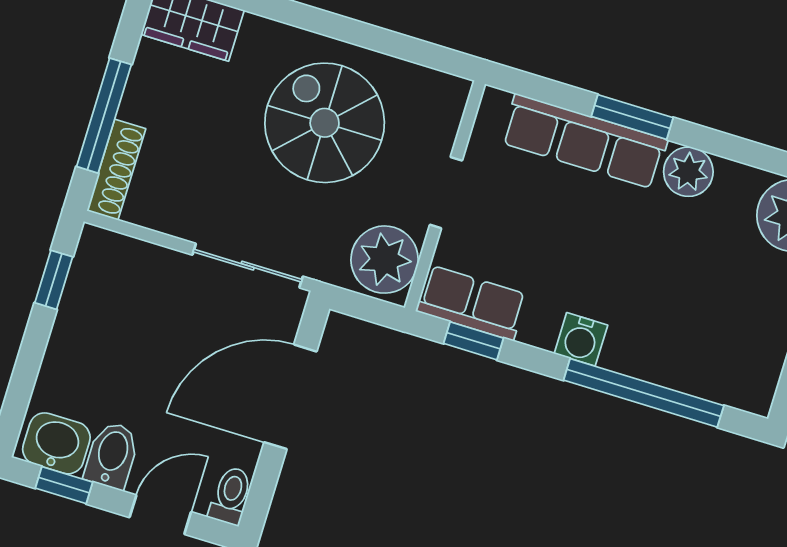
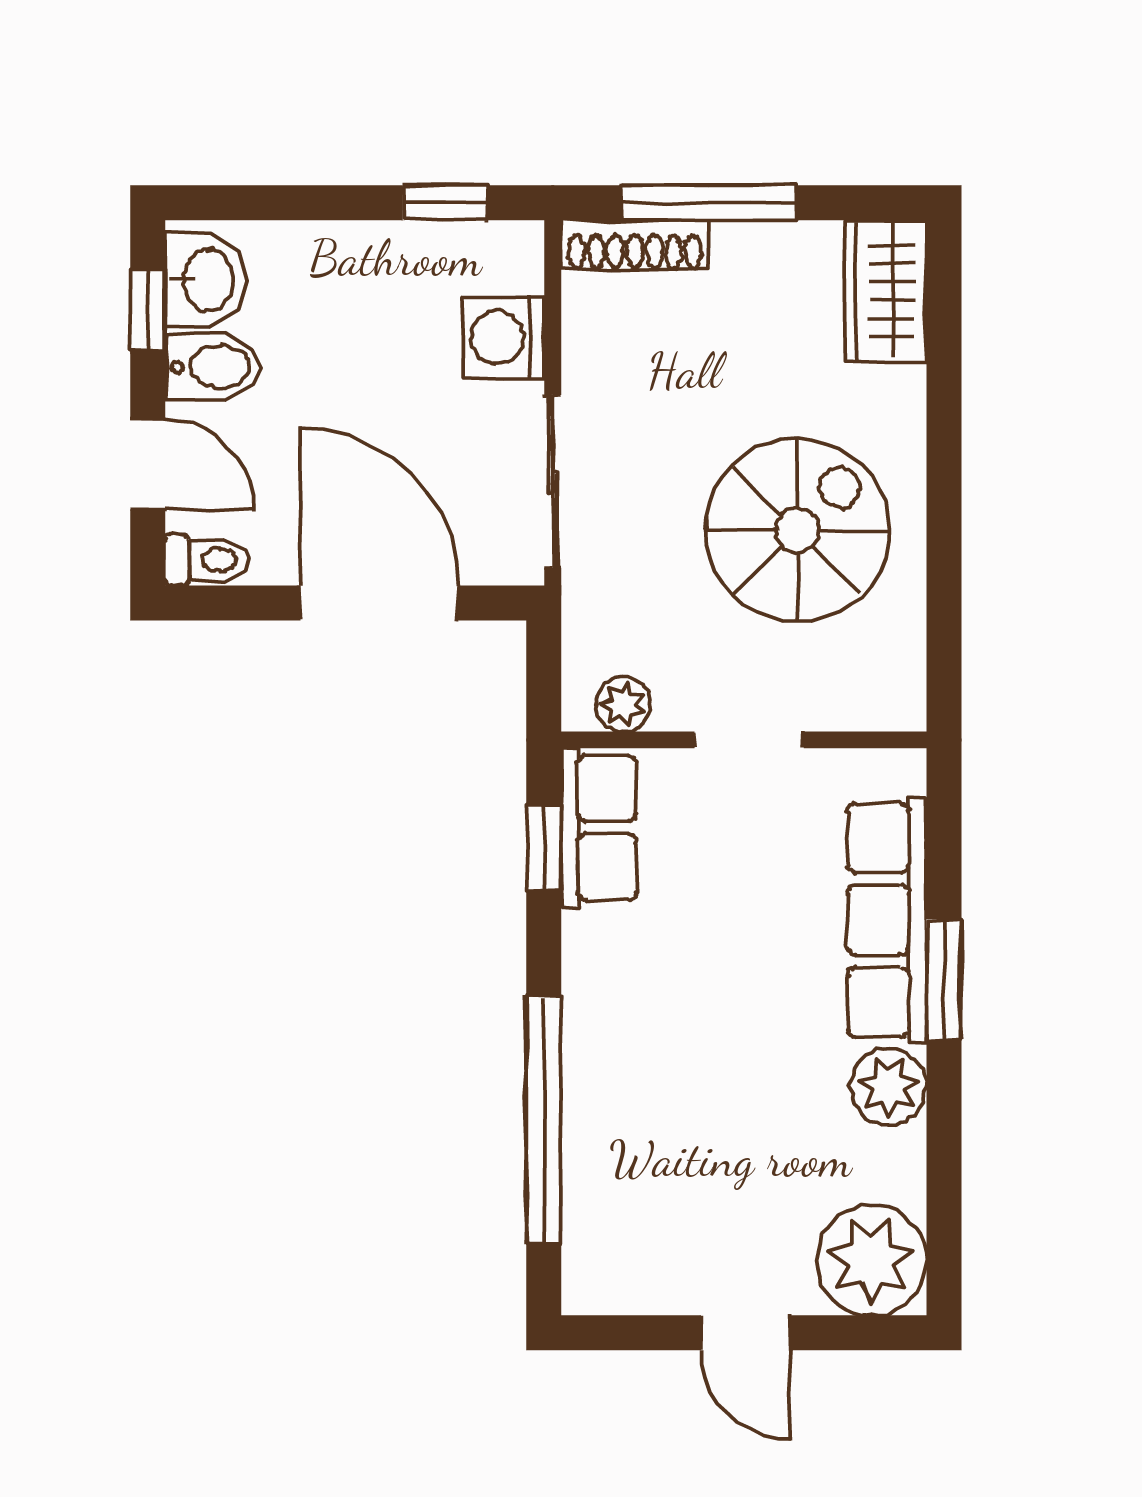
plant: (385, 260) -> (623, 704), width x0.53, depth x0.53
washing machine: (149, 269) -> (504, 337), added
water cooler: (581, 339) -> (594, 1004), removed

